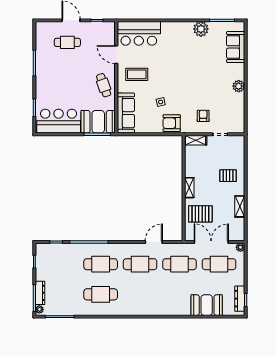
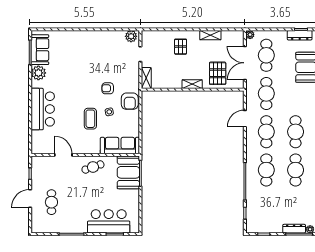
bar counter: (139, 33) -> (43, 109), moved
sofa: (236, 47) -> (40, 50), moved, turned -90
door: (116, 55) -> (63, 155), swing flipped
coffee table: (137, 74) -> (90, 119), moved
plant: (239, 86) -> (131, 36), moved
armchair: (203, 116) -> (108, 88), moved
bar counter: (59, 121) -> (109, 221), moved, turned 90
door: (154, 242) -> (245, 119), hinge flipped
cafe table: (140, 294) -> (296, 132), added

